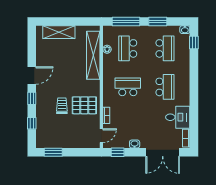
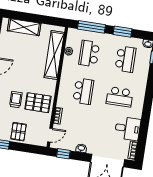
school desk: (128, 87) -> (83, 91), turned 90
school desk: (165, 87) -> (120, 97), turned 90
pallet: (69, 137) -> (18, 132), added

